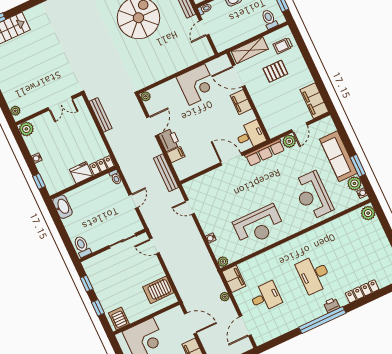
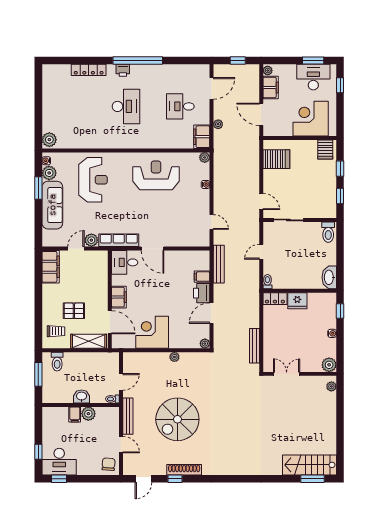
plant: (167, 72) -> (174, 357), added

